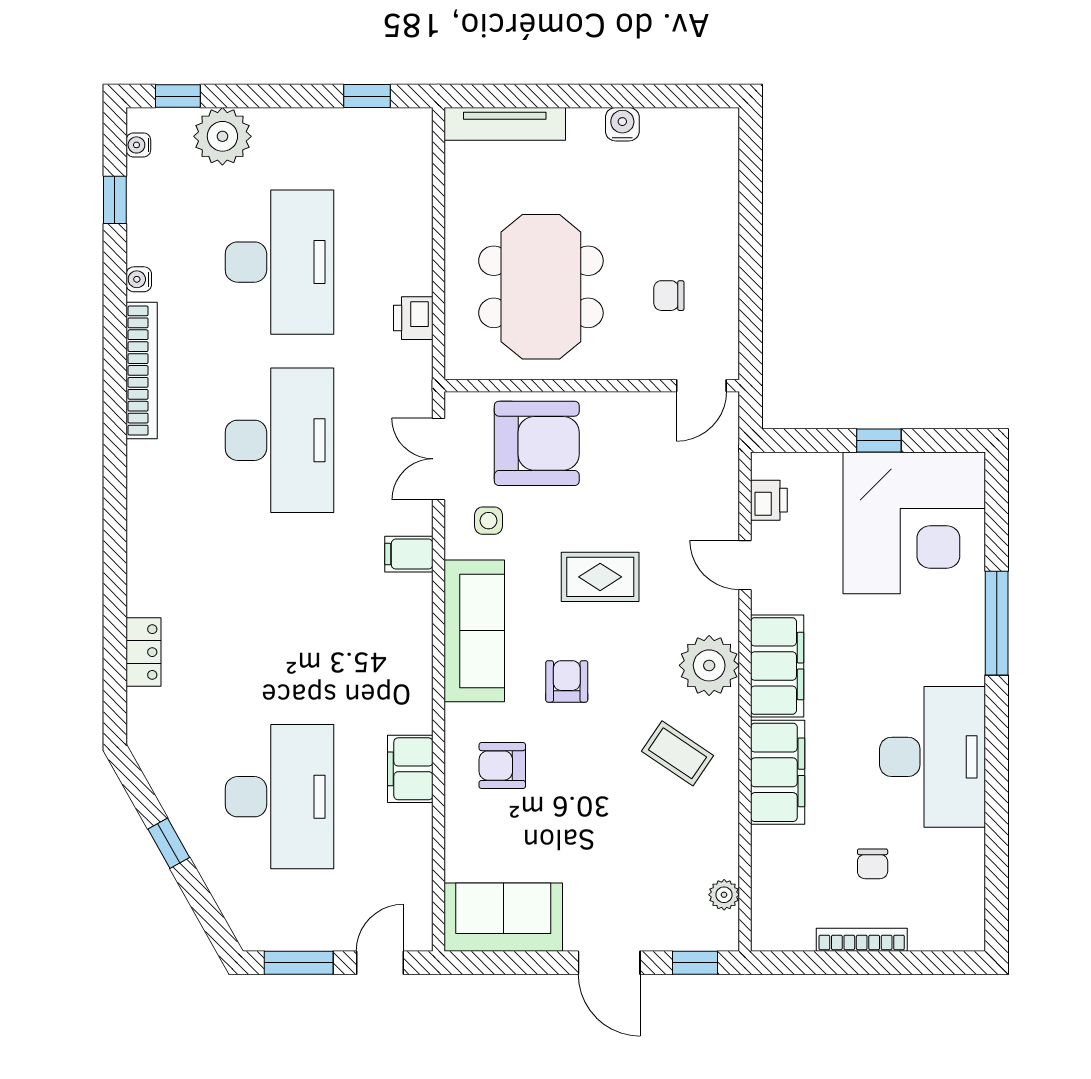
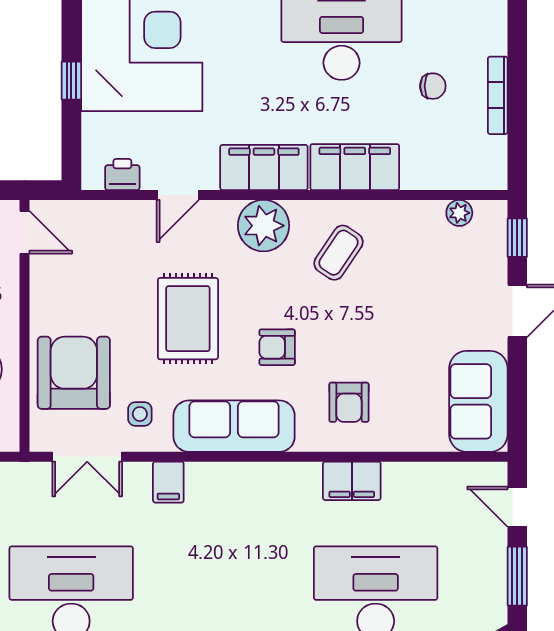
rug: (600, 577) -> (188, 319), width x1.36, depth x1.43

